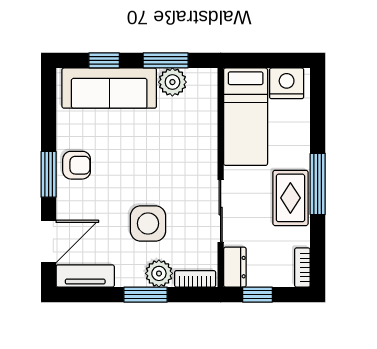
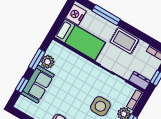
sofa: (109, 88) -> (38, 84), width x0.73
window: (318, 184) -> (106, 15), moved

